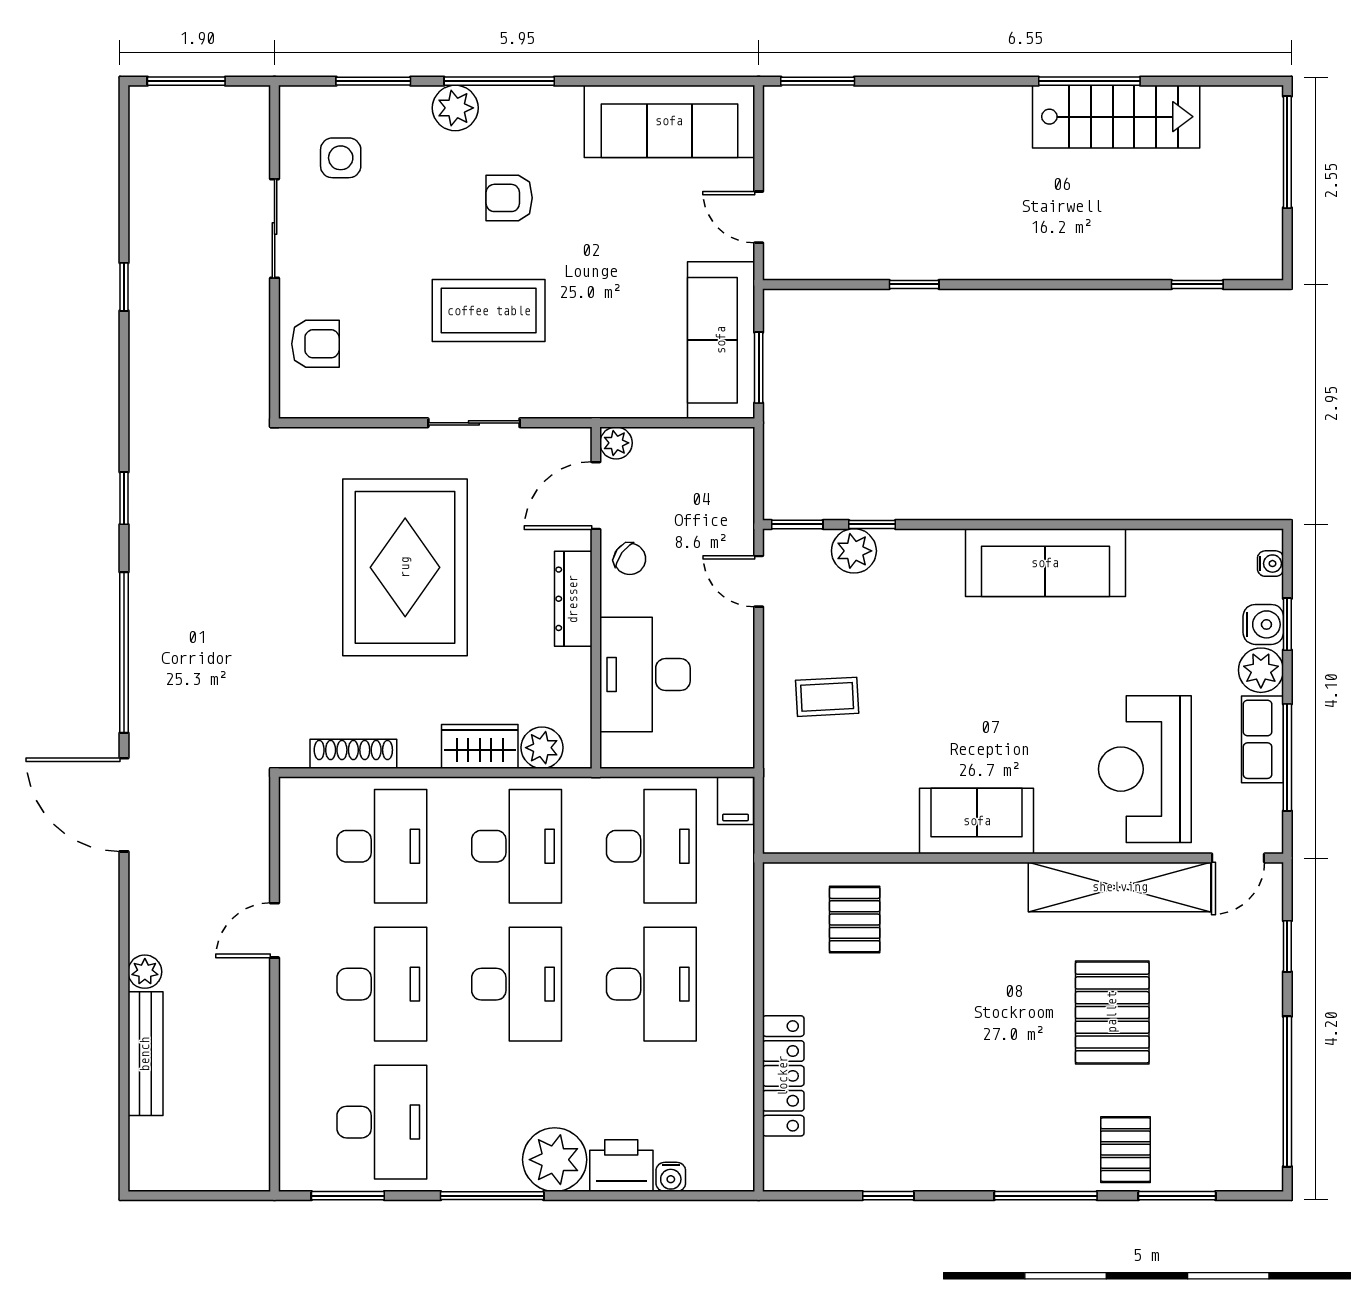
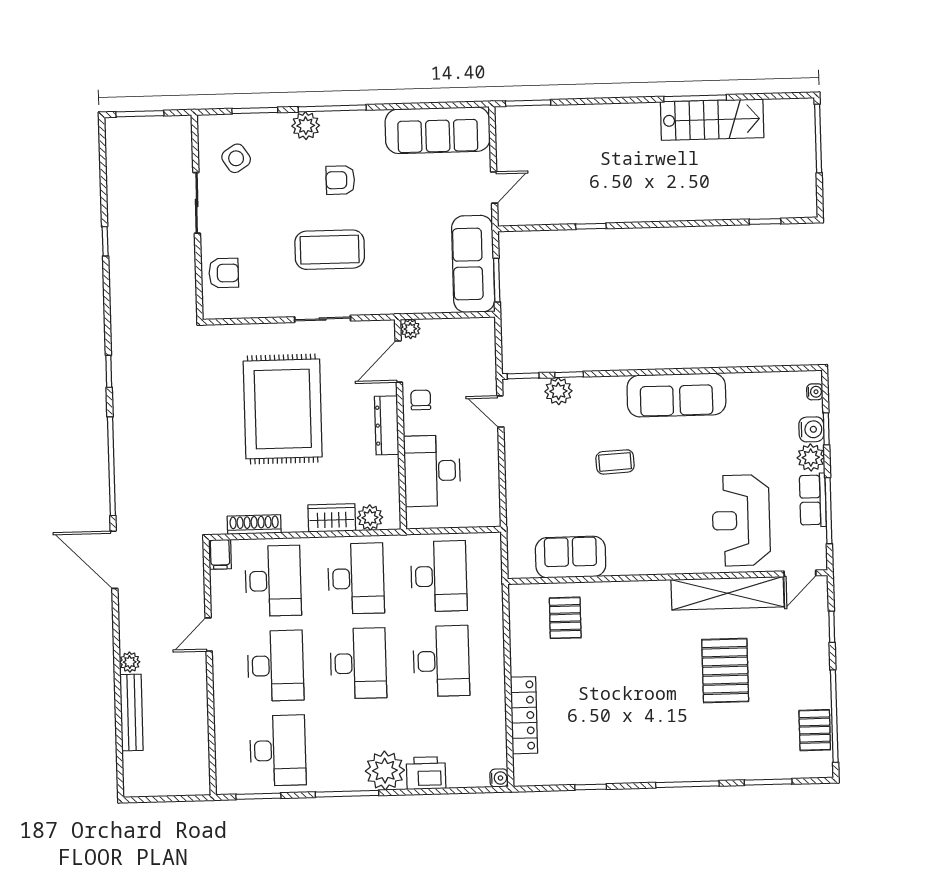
side table: (341, 158) -> (236, 158), turned -33
door: (759, 217) -> (494, 188), swing flipped
chair: (630, 559) -> (421, 400), turned -126
coffee table: (827, 697) -> (615, 462), moved
filing cabinet: (736, 801) -> (220, 554), moved
sofa: (977, 821) -> (571, 557), moved
pallet: (1126, 1150) -> (815, 730), moved
water cooler: (671, 1177) -> (499, 778), moved, turned -90

